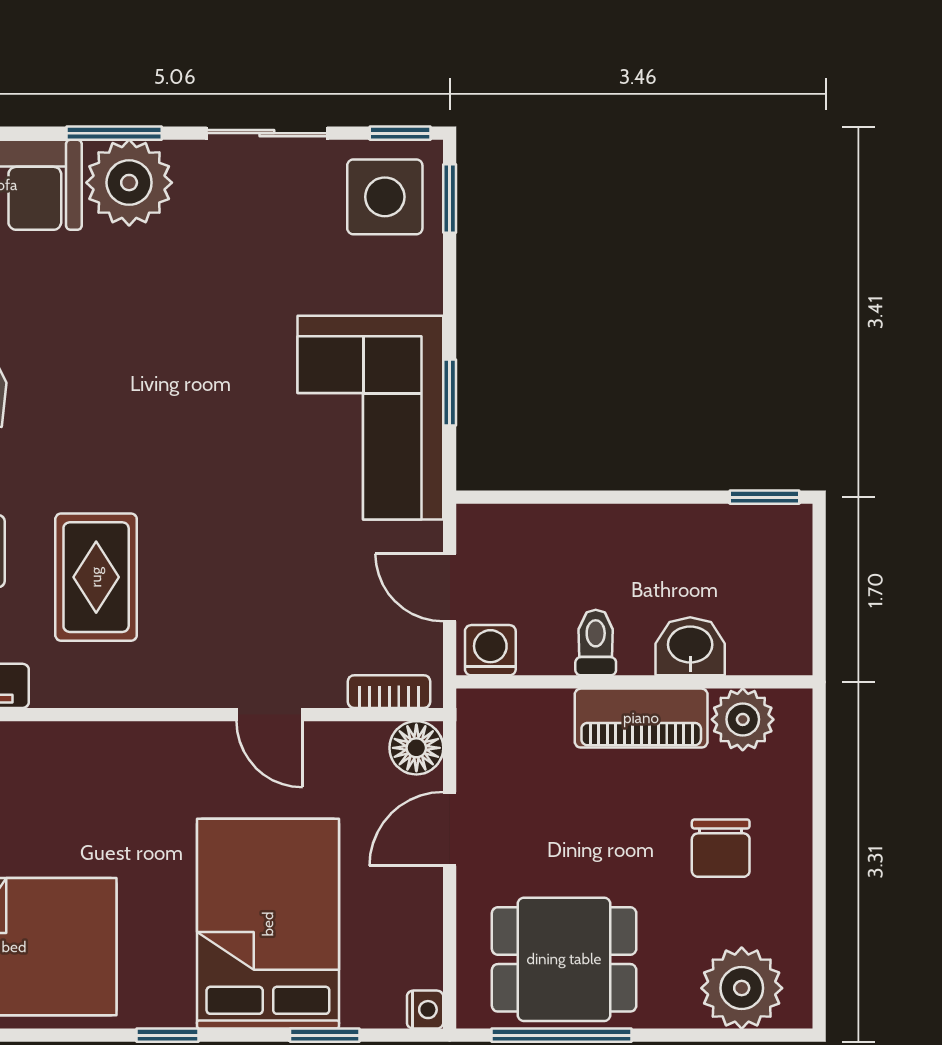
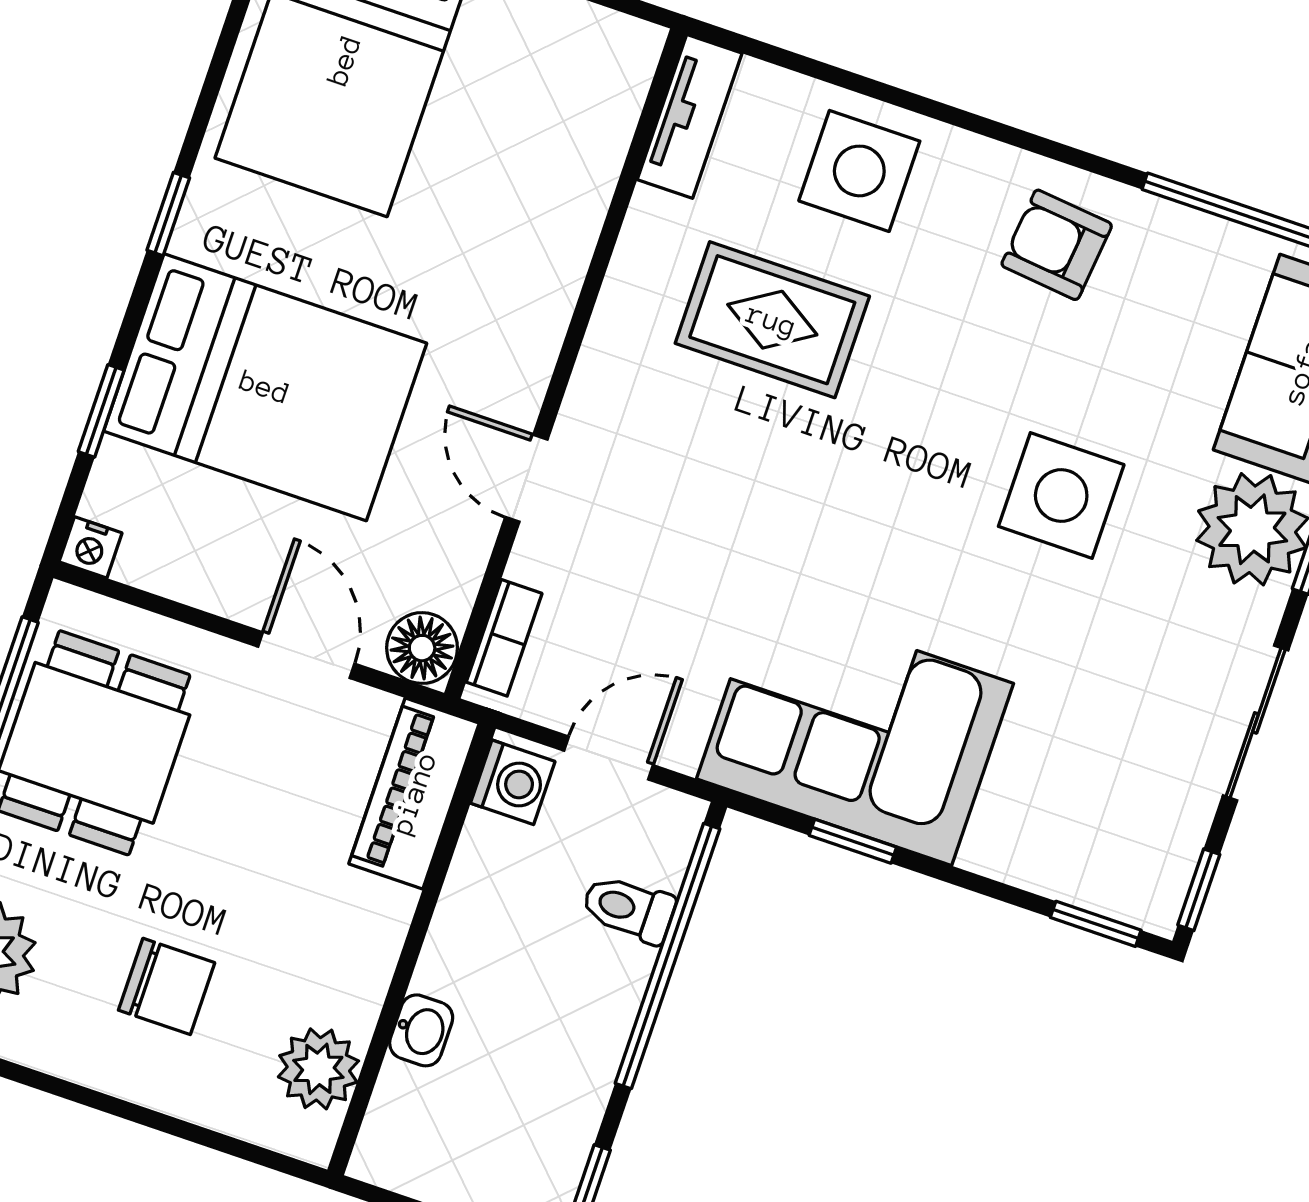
side table: (385, 197) -> (1061, 495), moved
window: (577, 497) -> (667, 956), added
toilet: (596, 642) -> (628, 909), moved, turned 180
washbasin: (690, 646) -> (421, 1030), width x0.72, depth x0.69
door: (269, 715) -> (526, 478), hinge flipped
piano: (641, 718) -> (414, 793), moved
chair: (721, 848) -> (167, 986), turned 180

